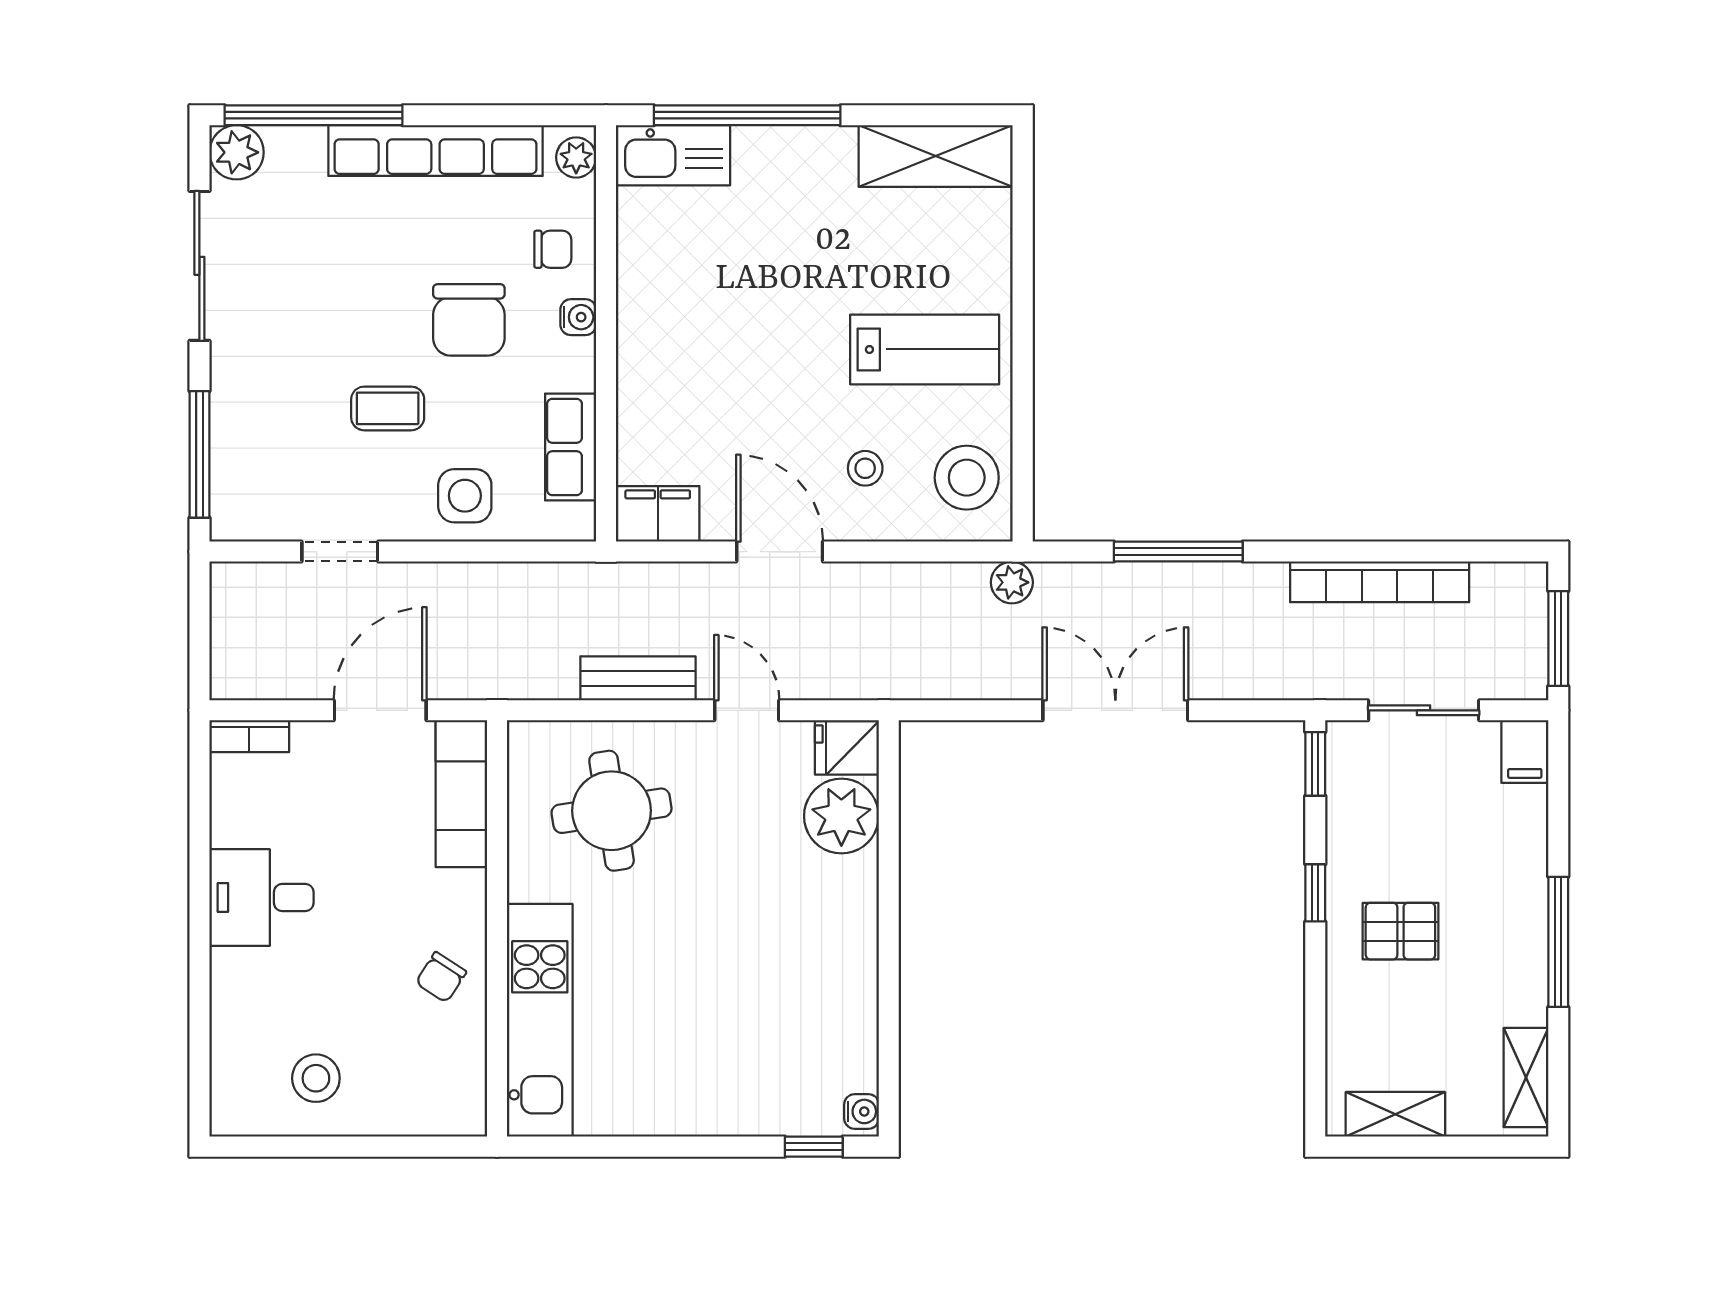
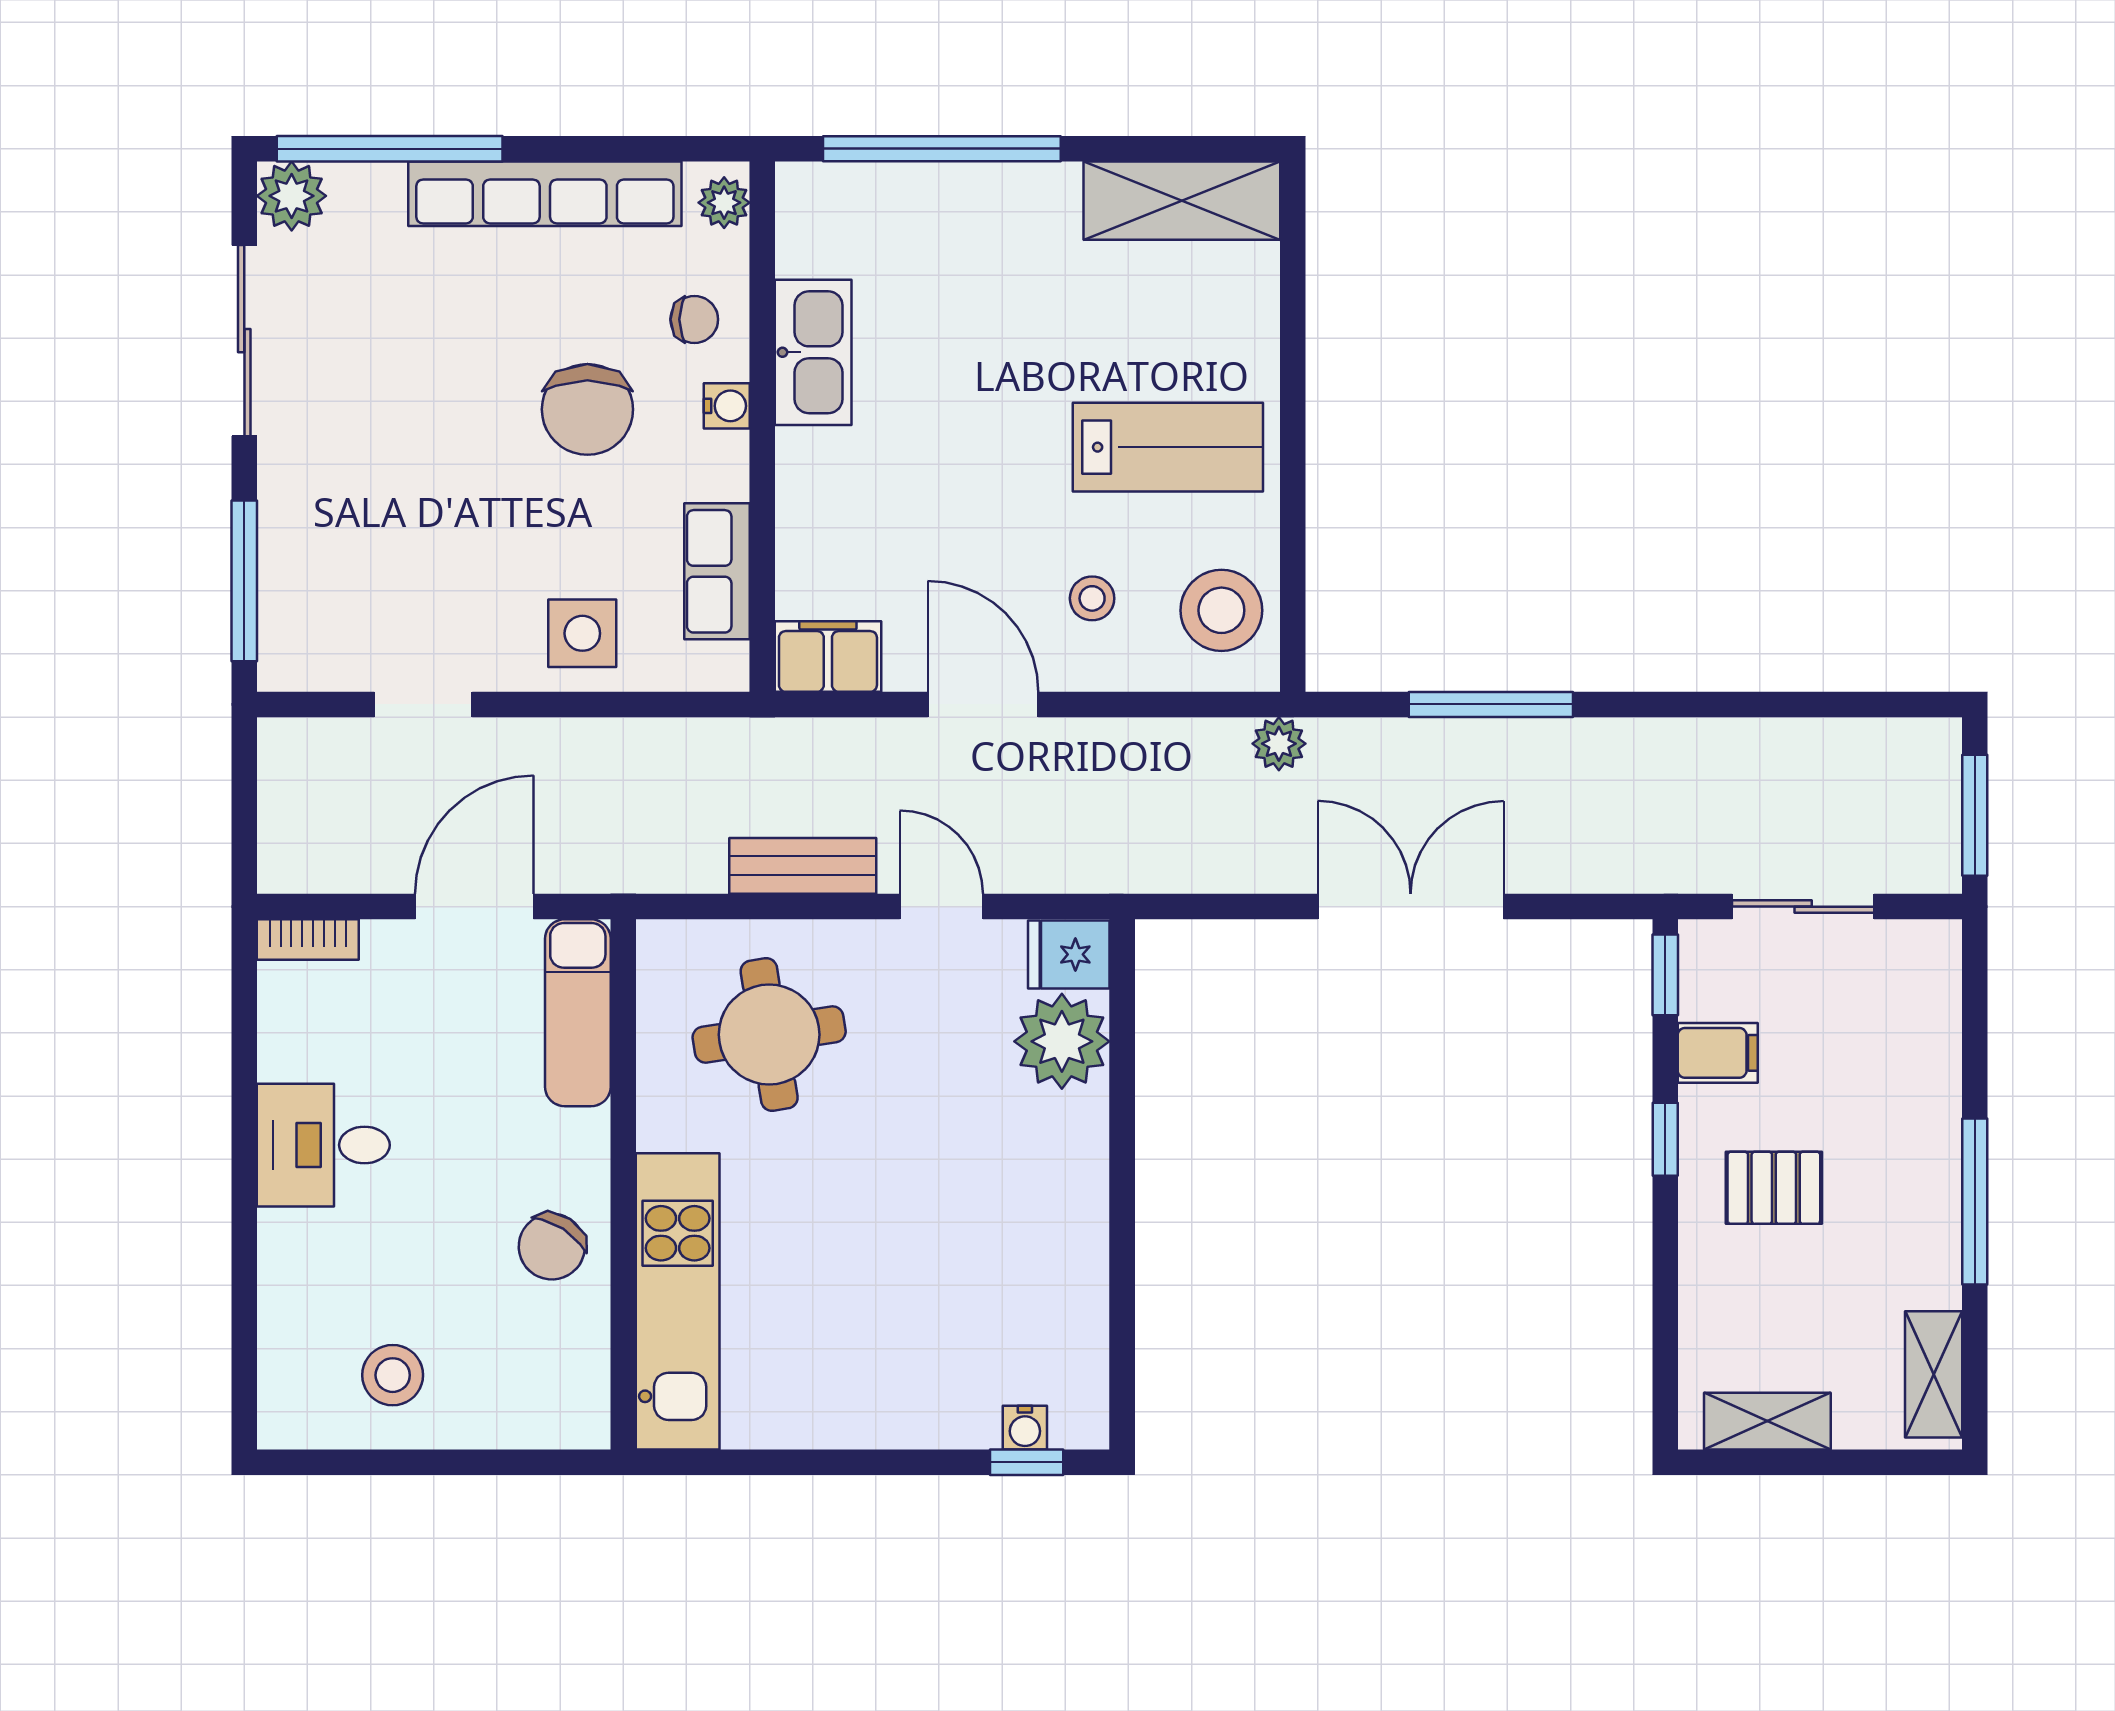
kitchen sink: (673, 155) -> (813, 352), moved, turned -90
coffee table: (388, 408) -> (484, 522), removed
bookcase: (1380, 582) -> (1747, 743), removed
filing cabinet: (1525, 751) -> (1718, 1053), moved, turned -90
chair: (441, 977) -> (552, 1247), width x1.37, depth x1.37
water cooler: (862, 1111) -> (1025, 1428), moved, turned 90

